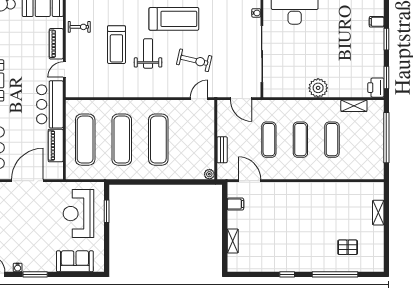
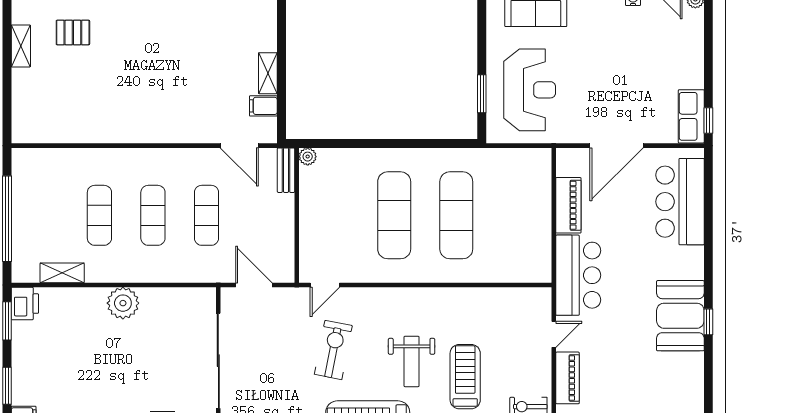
exercise bike: (194, 60) -> (333, 350), turned 88
exercise mat: (85, 140) -> (518, 215), removed
bench: (222, 150) -> (286, 170), moved
shelving: (378, 213) -> (21, 46), moved
shelving: (233, 241) -> (268, 73), moved

